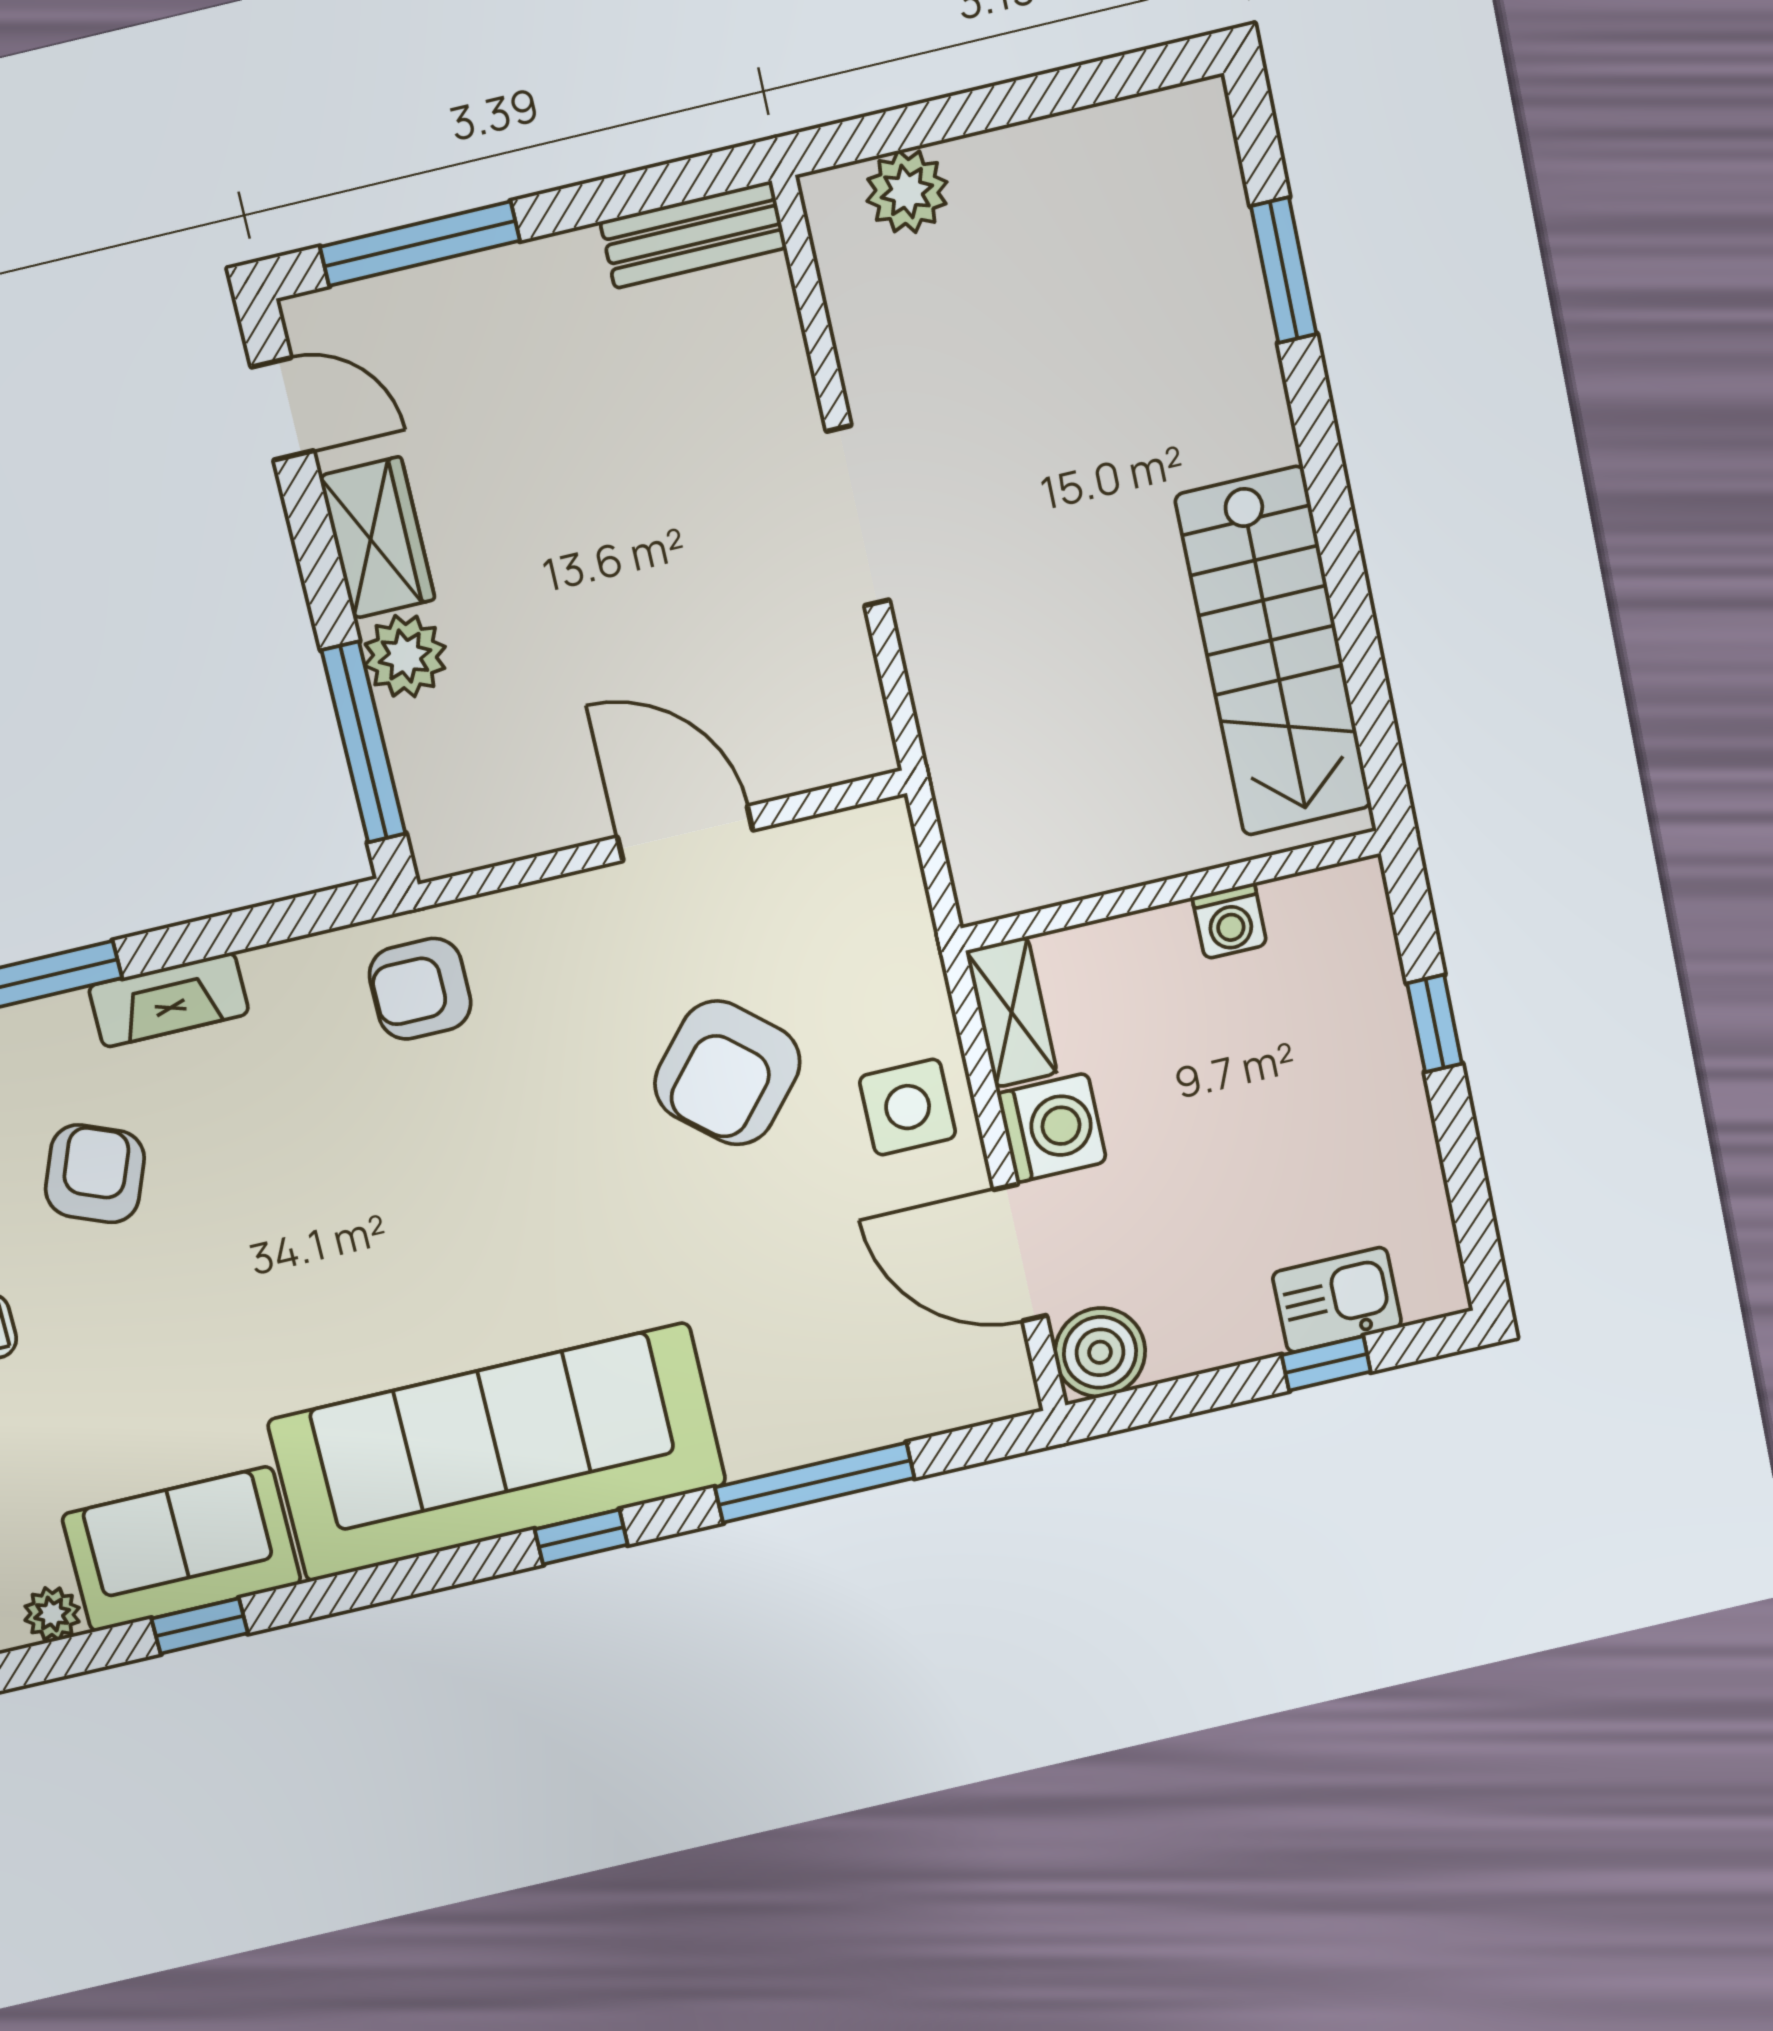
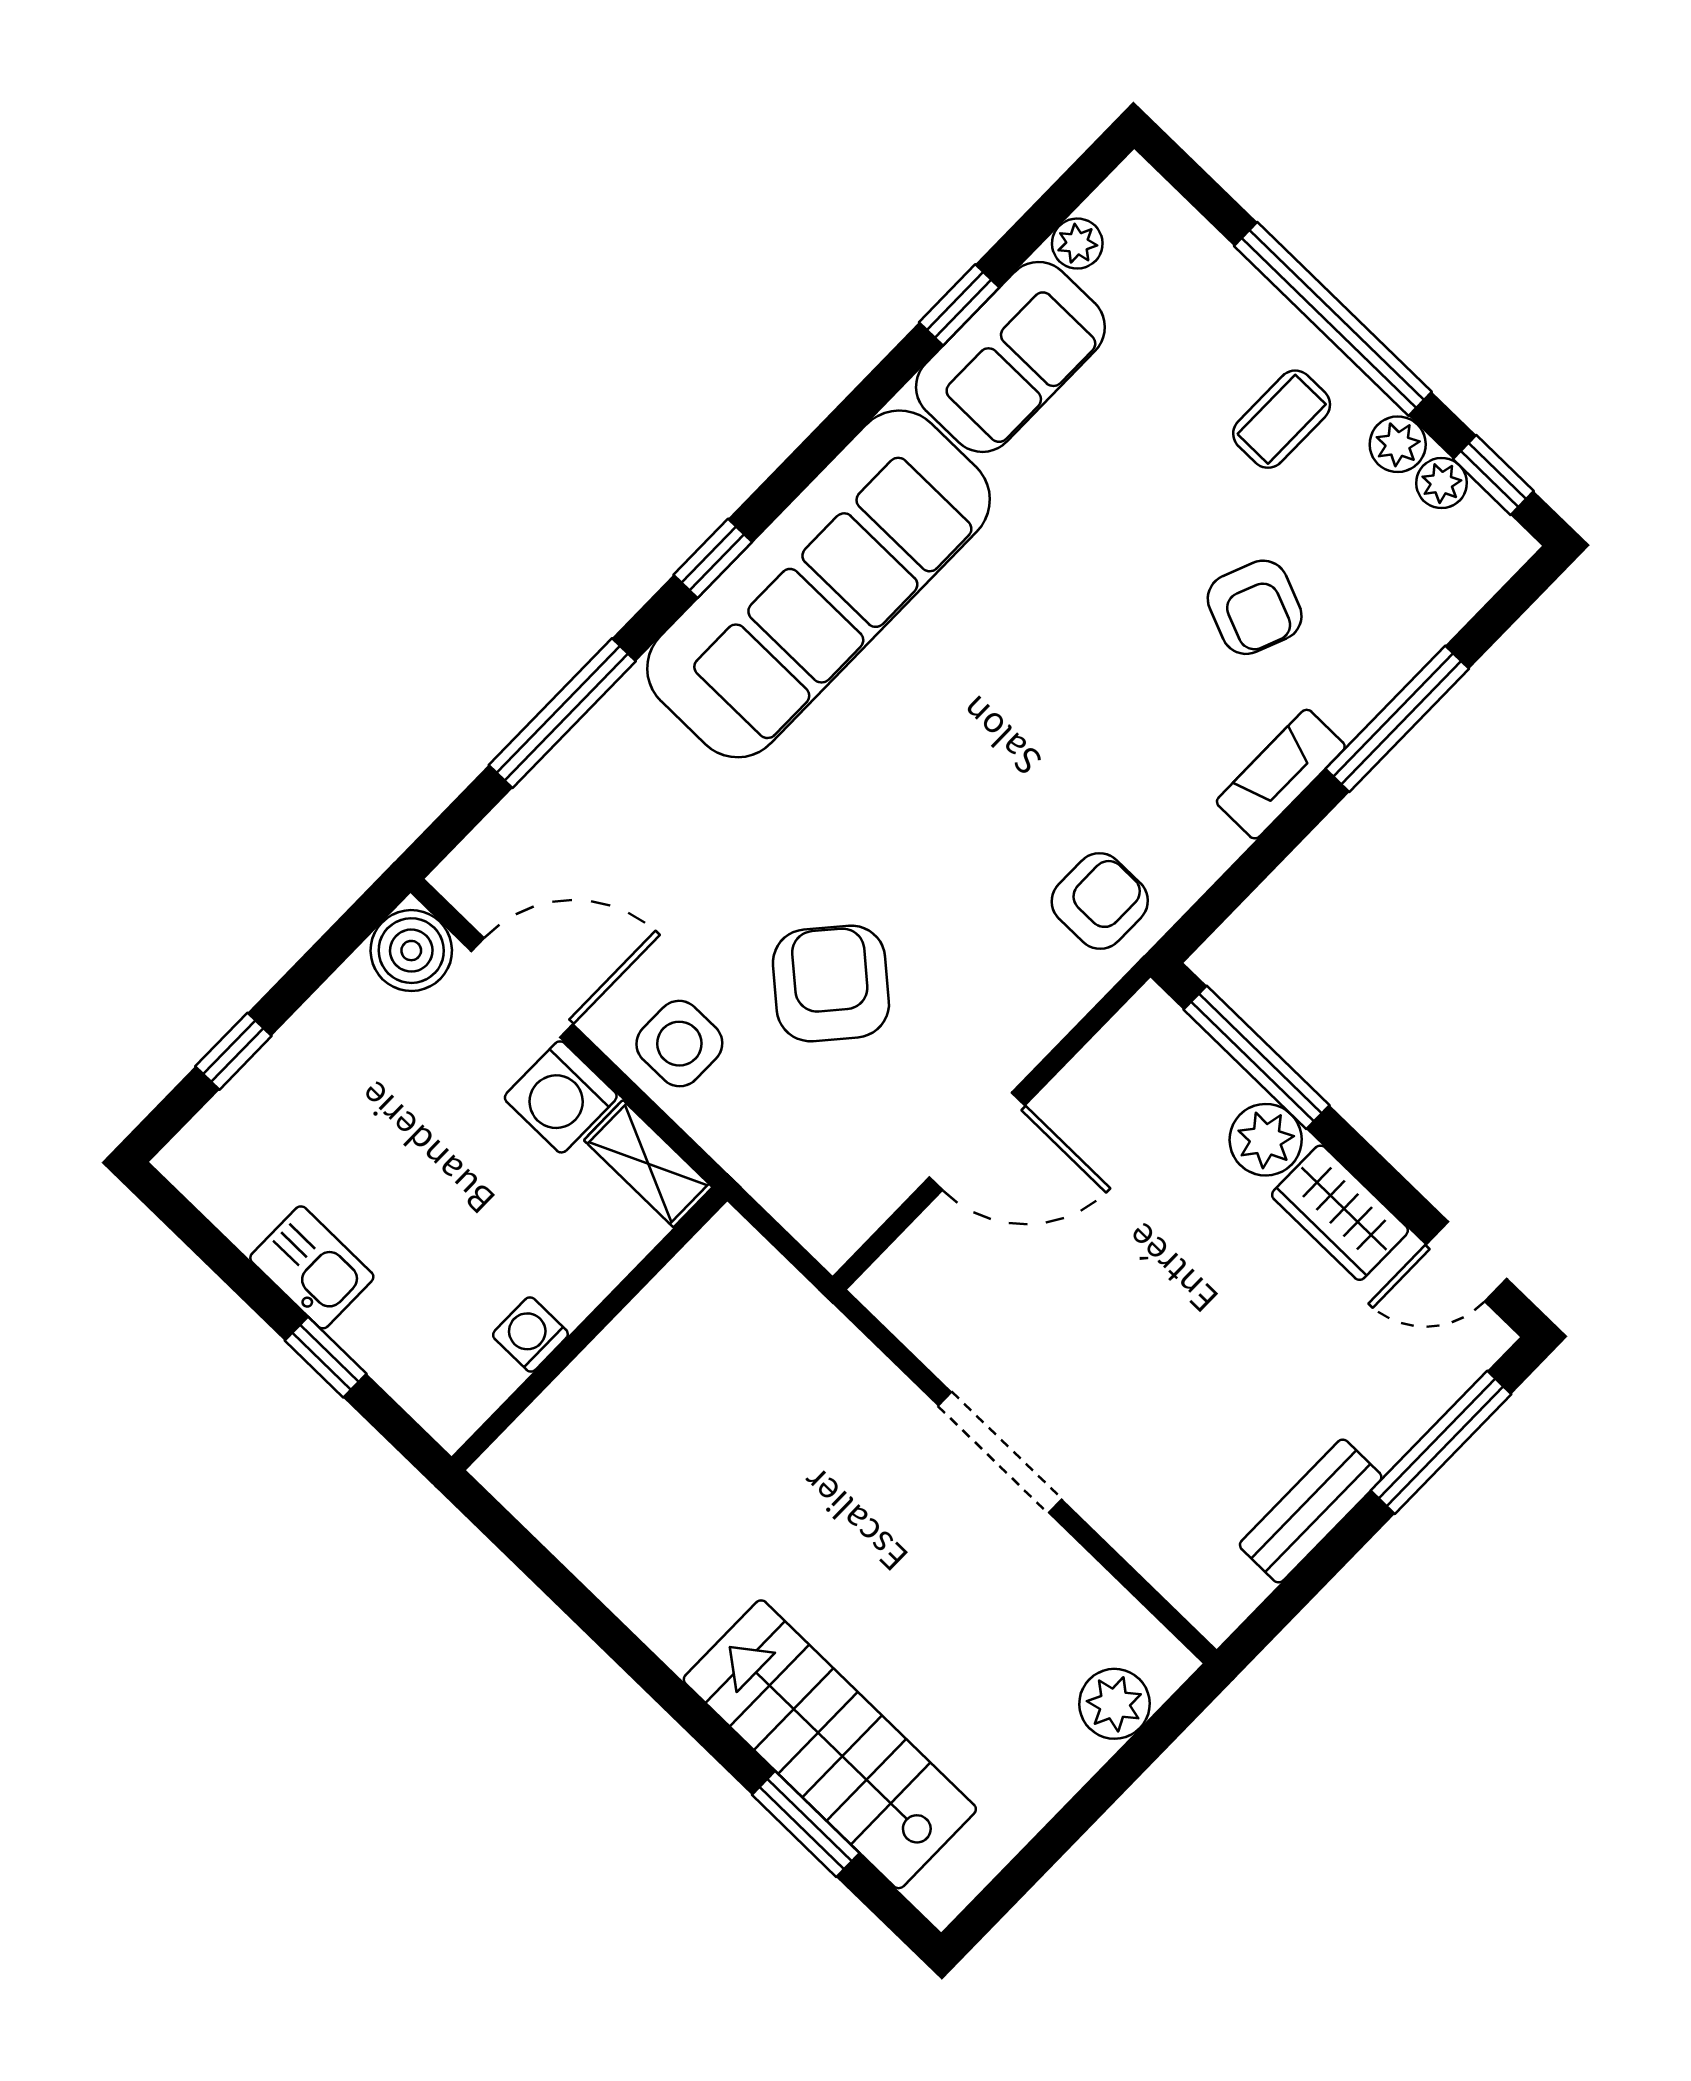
bench: (693, 235) -> (1311, 1511), moved
stairs: (1273, 652) -> (830, 1744), moved
kitchen sink: (1337, 1300) -> (312, 1267), moved, turned -90

